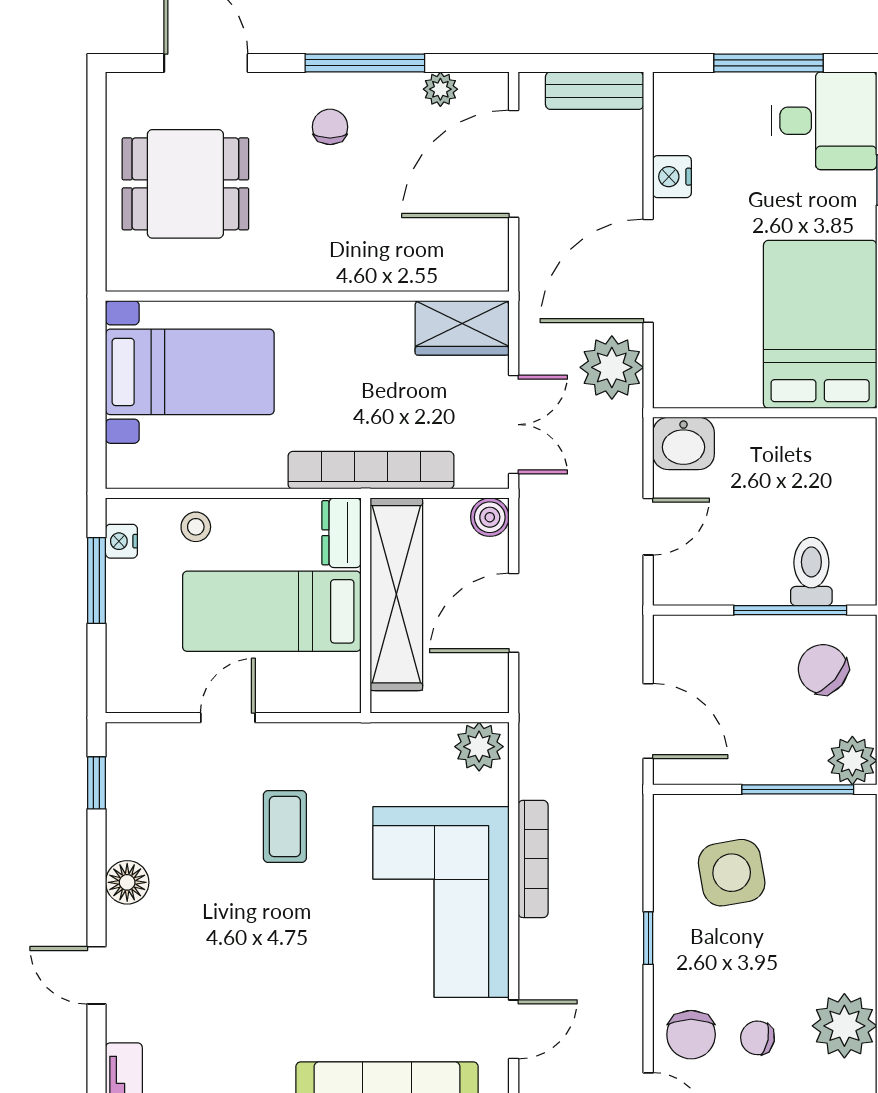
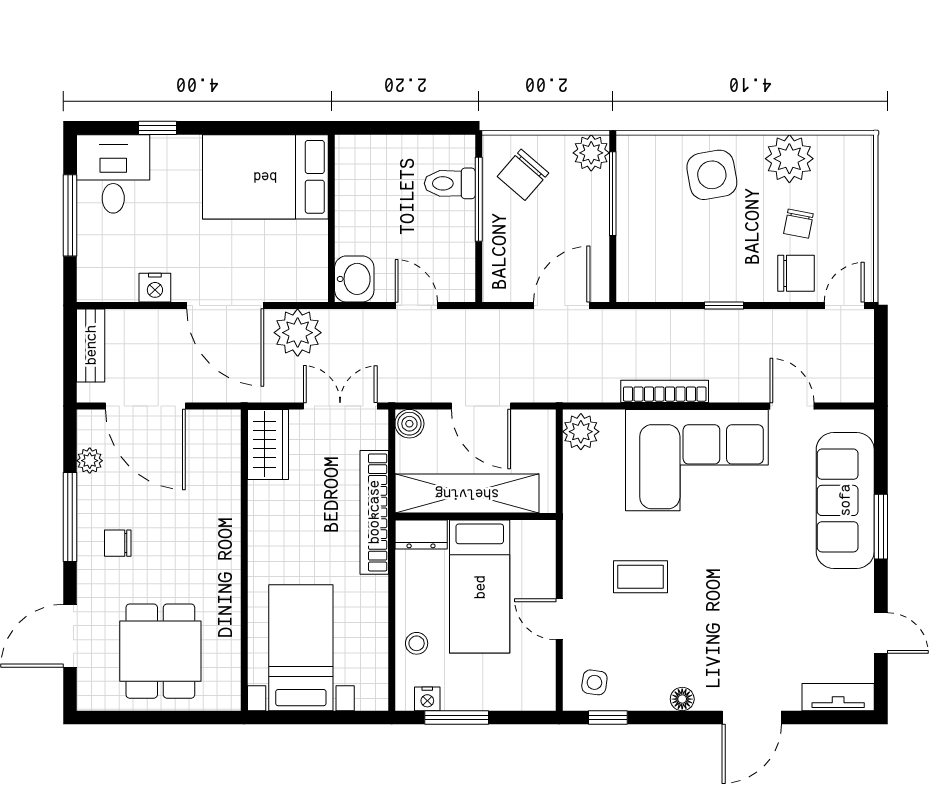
side table: (144, 765) -> (594, 682), added
side table: (732, 873) -> (712, 175), moved
floor lamp: (127, 882) -> (682, 699), width x0.73, depth x0.73
door: (96, 975) -> (752, 718), width x1.38

